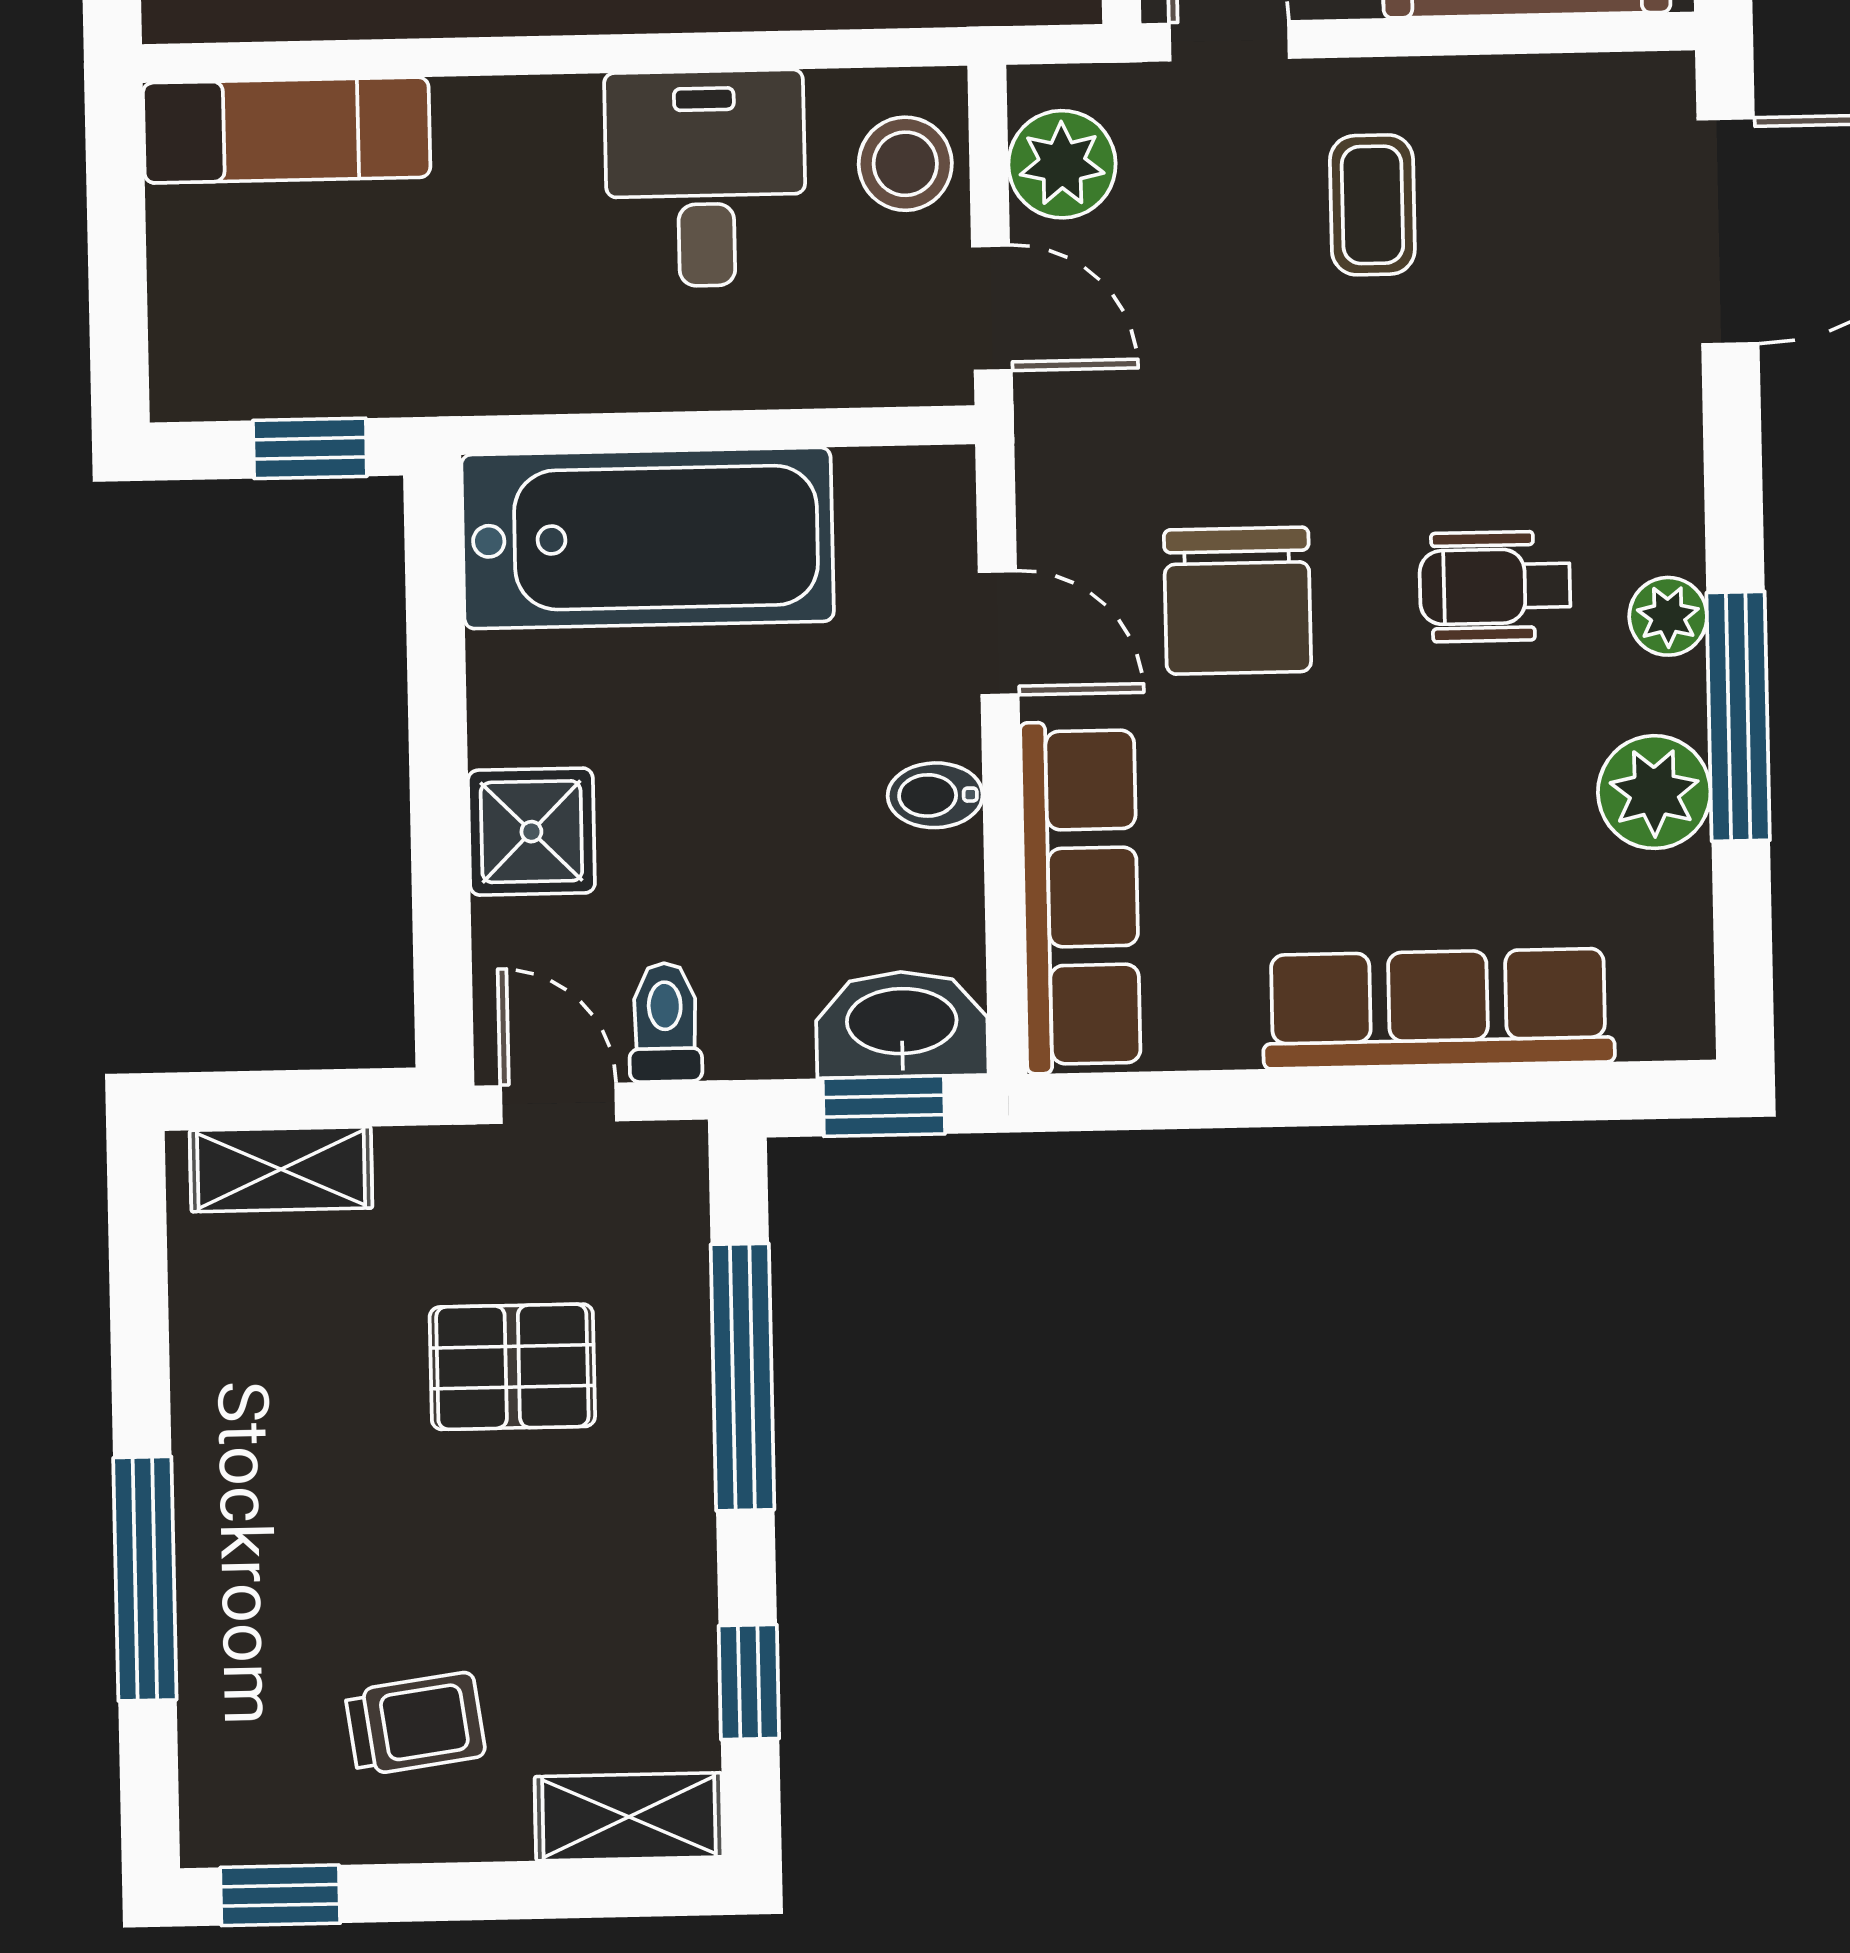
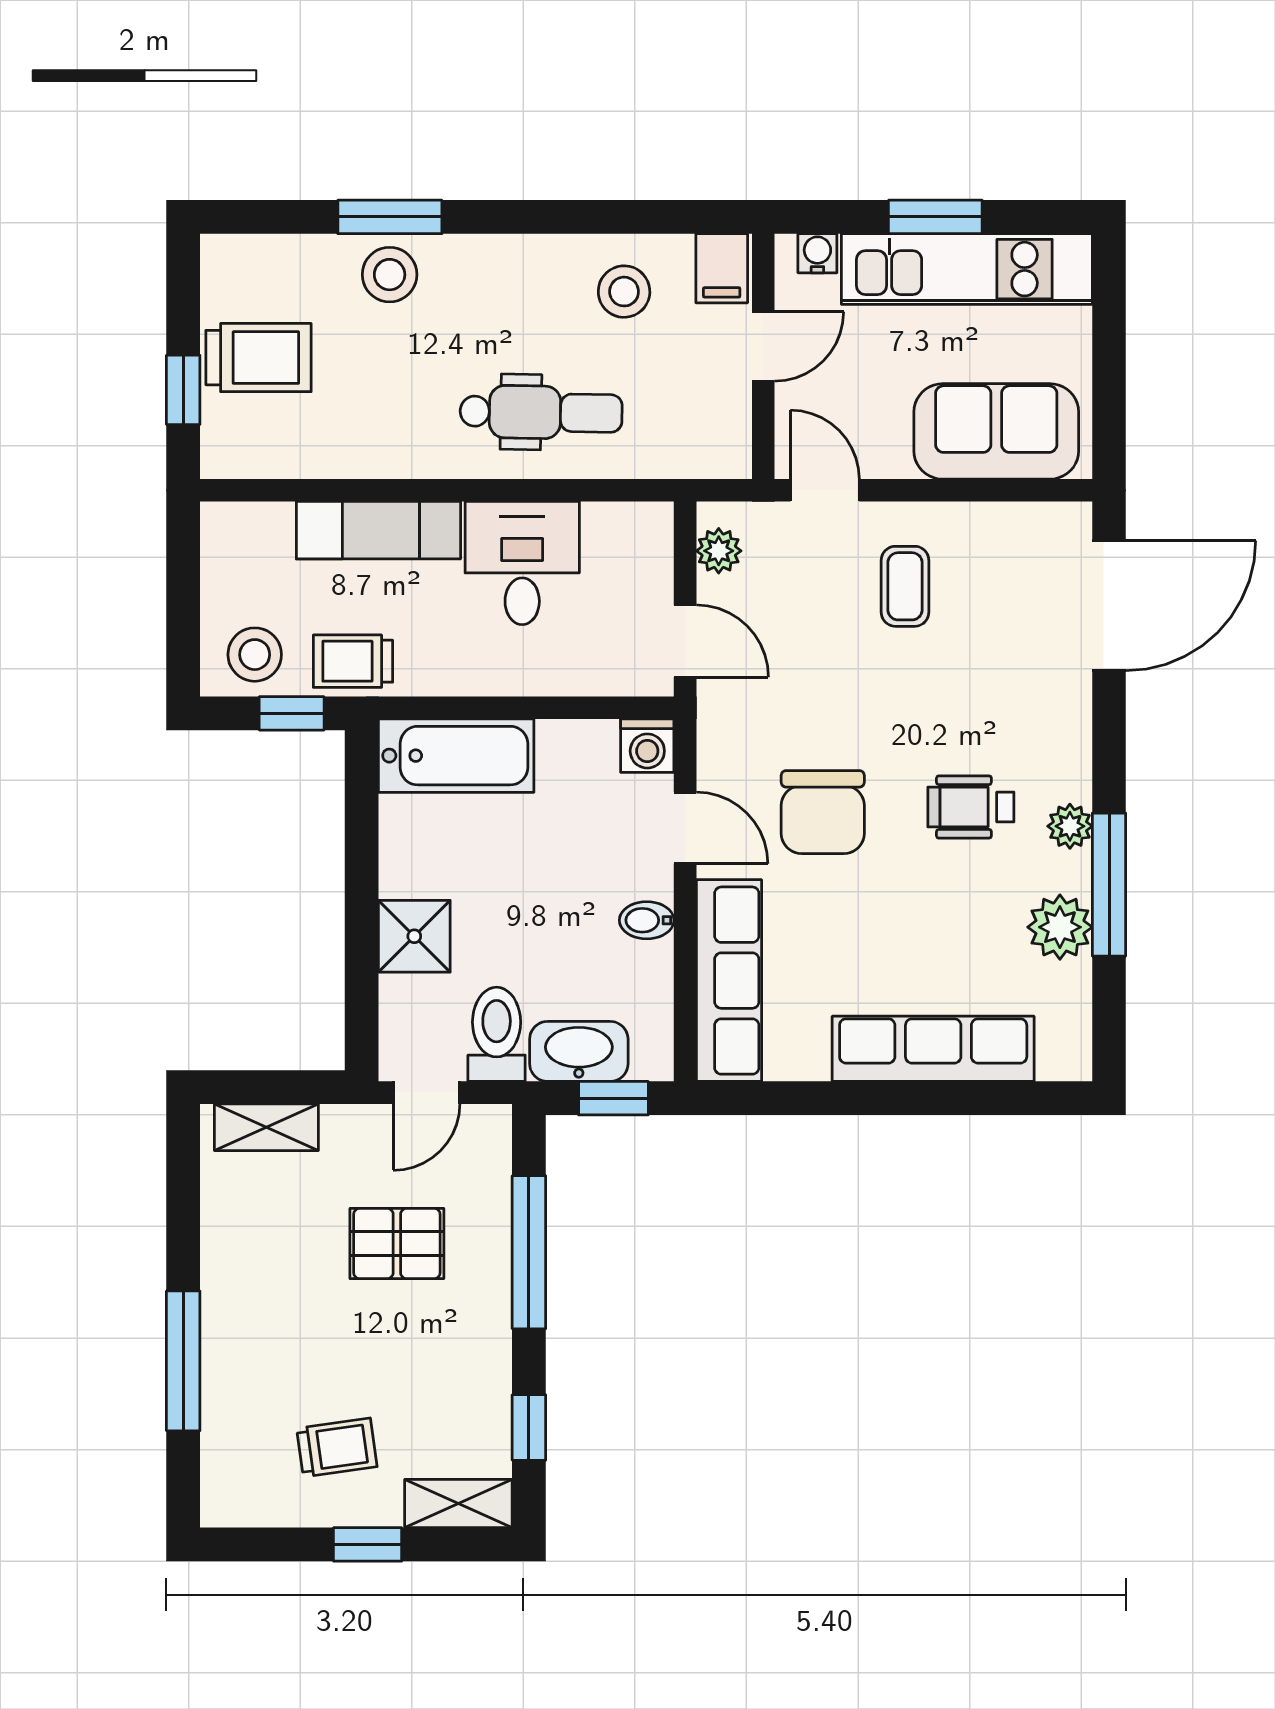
exam couch: (287, 130) -> (378, 530), moved
stool: (905, 164) -> (255, 655), moved
plant: (1062, 164) -> (719, 551), width x0.73, depth x0.73
trolley: (415, 355) -> (353, 661), added
washing machine: (930, 492) -> (647, 746), added
bathtub: (648, 538) -> (456, 756), width x0.73, depth x0.73
toilet: (665, 1022) -> (497, 1034), width x1.37, depth x1.39
washbasin: (902, 1024) -> (579, 1051), moved
door: (558, 1103) -> (427, 1093), swing flipped
window: (280, 1895) -> (368, 1544), moved

